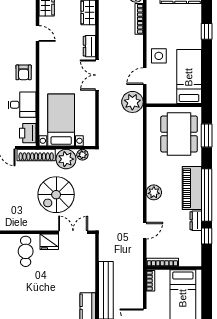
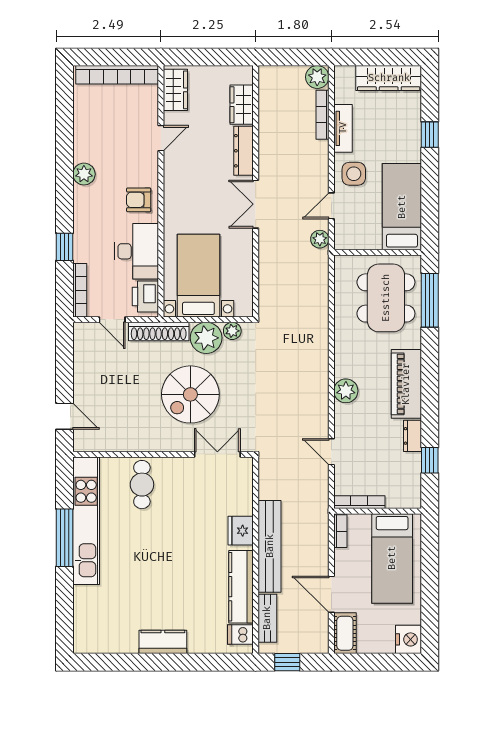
tv unit: (152, 27) -> (343, 128), added
door: (38, 33) -> (161, 138), hinge flipped
dresser: (89, 46) -> (243, 151), width x1.44
armchair: (24, 72) -> (139, 200), turned 90
plant: (132, 102) -> (320, 239), width x0.53, depth x0.53
desk: (22, 105) -> (136, 251), width x1.37
window: (207, 135) -> (430, 300), width x1.44
window: (207, 195) -> (430, 395), removed
door: (145, 231) -> (331, 452), swing flipped
fridge: (49, 242) -> (241, 531), moved, turned 90

